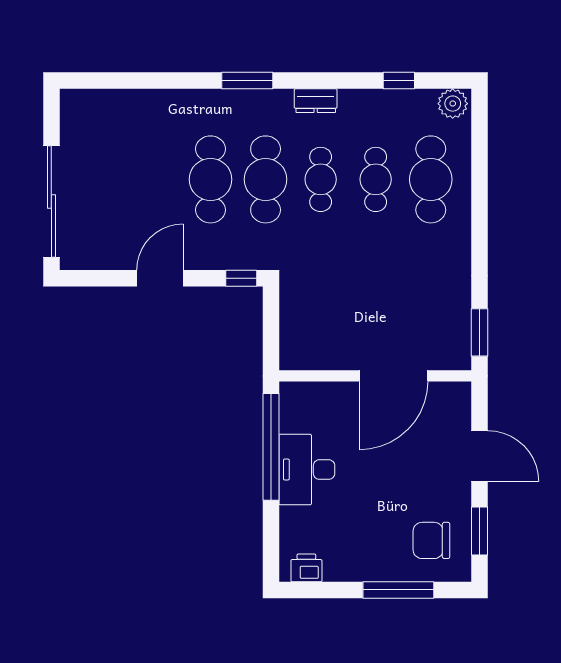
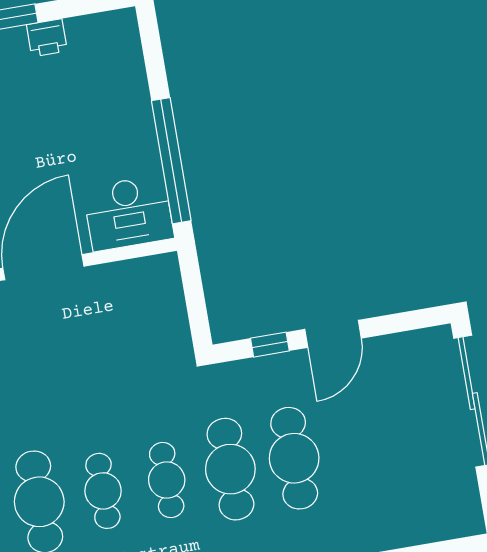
window: (241, 278) -> (270, 345), moved
desk: (307, 470) -> (128, 213), moved, turned 90
printer: (306, 568) -> (47, 38), moved

